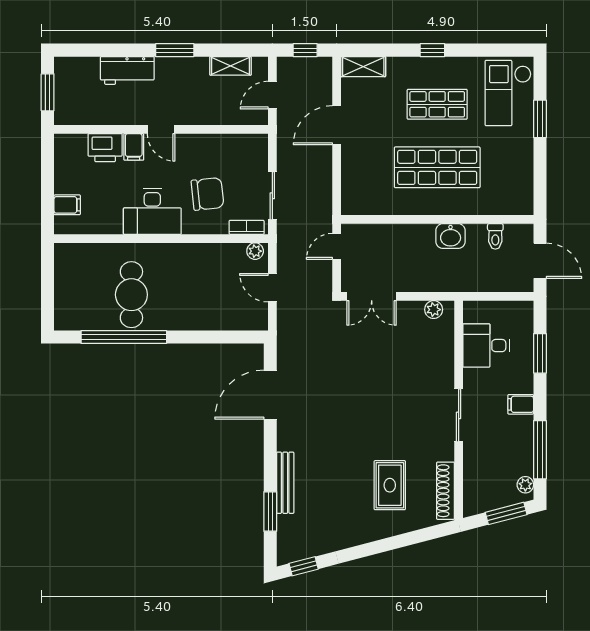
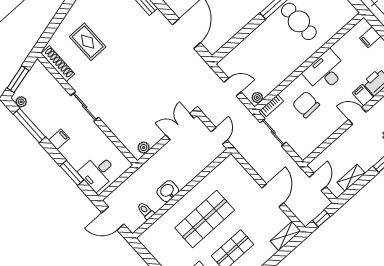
chair: (207, 194) -> (306, 105), turned 94
desk: (486, 346) -> (98, 172), moved, turned 180

